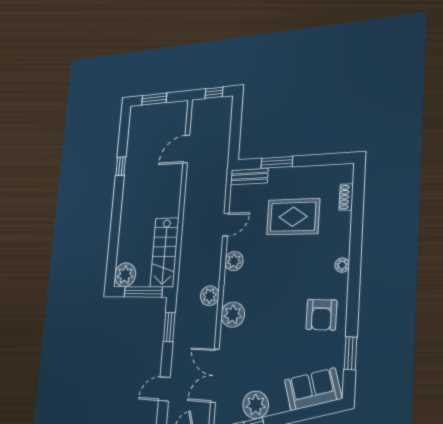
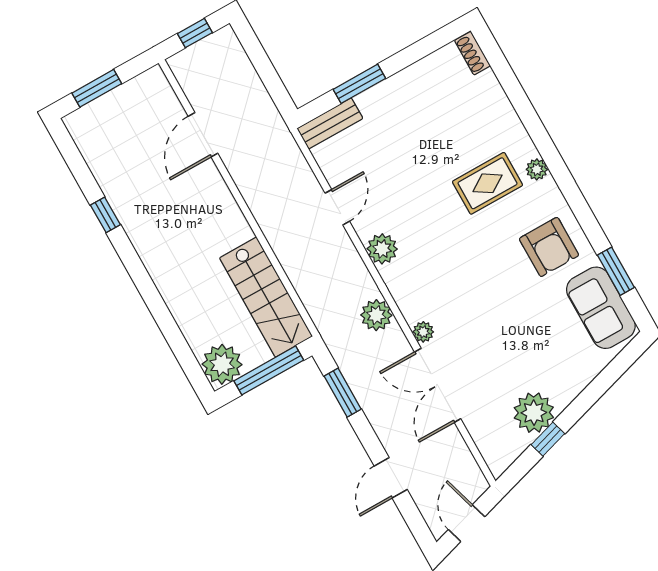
shoe rack: (346, 197) -> (472, 53), moved
rug: (293, 217) -> (487, 183), moved, width x0.73, depth x0.70
plant: (233, 315) -> (423, 332), width x0.53, depth x0.53
double door: (215, 376) -> (438, 385), moved
sofa: (313, 389) -> (601, 308), moved, turned -73

